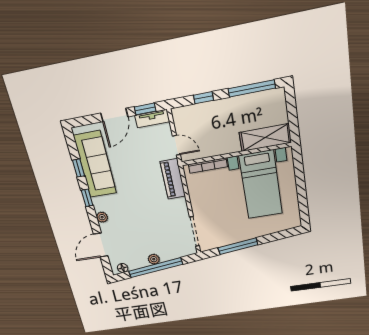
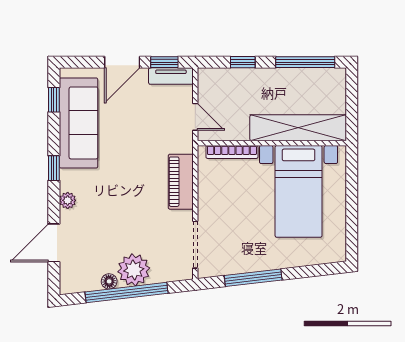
shelving: (265, 138) -> (298, 128), width x1.47
window: (78, 168) -> (54, 100), moved
piano: (173, 179) -> (181, 182), moved
plant: (154, 259) -> (134, 270), width x1.88, depth x1.88
floor lamp: (123, 268) -> (109, 281), moved

